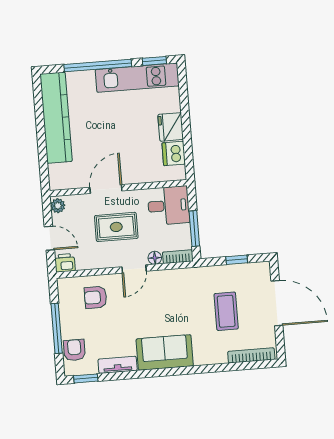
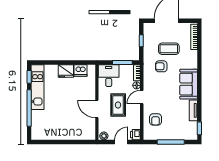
kitchen counter: (56, 118) -> (56, 133), removed
door: (134, 269) -> (142, 97), swing flipped
armchair: (74, 350) -> (161, 66), moved

